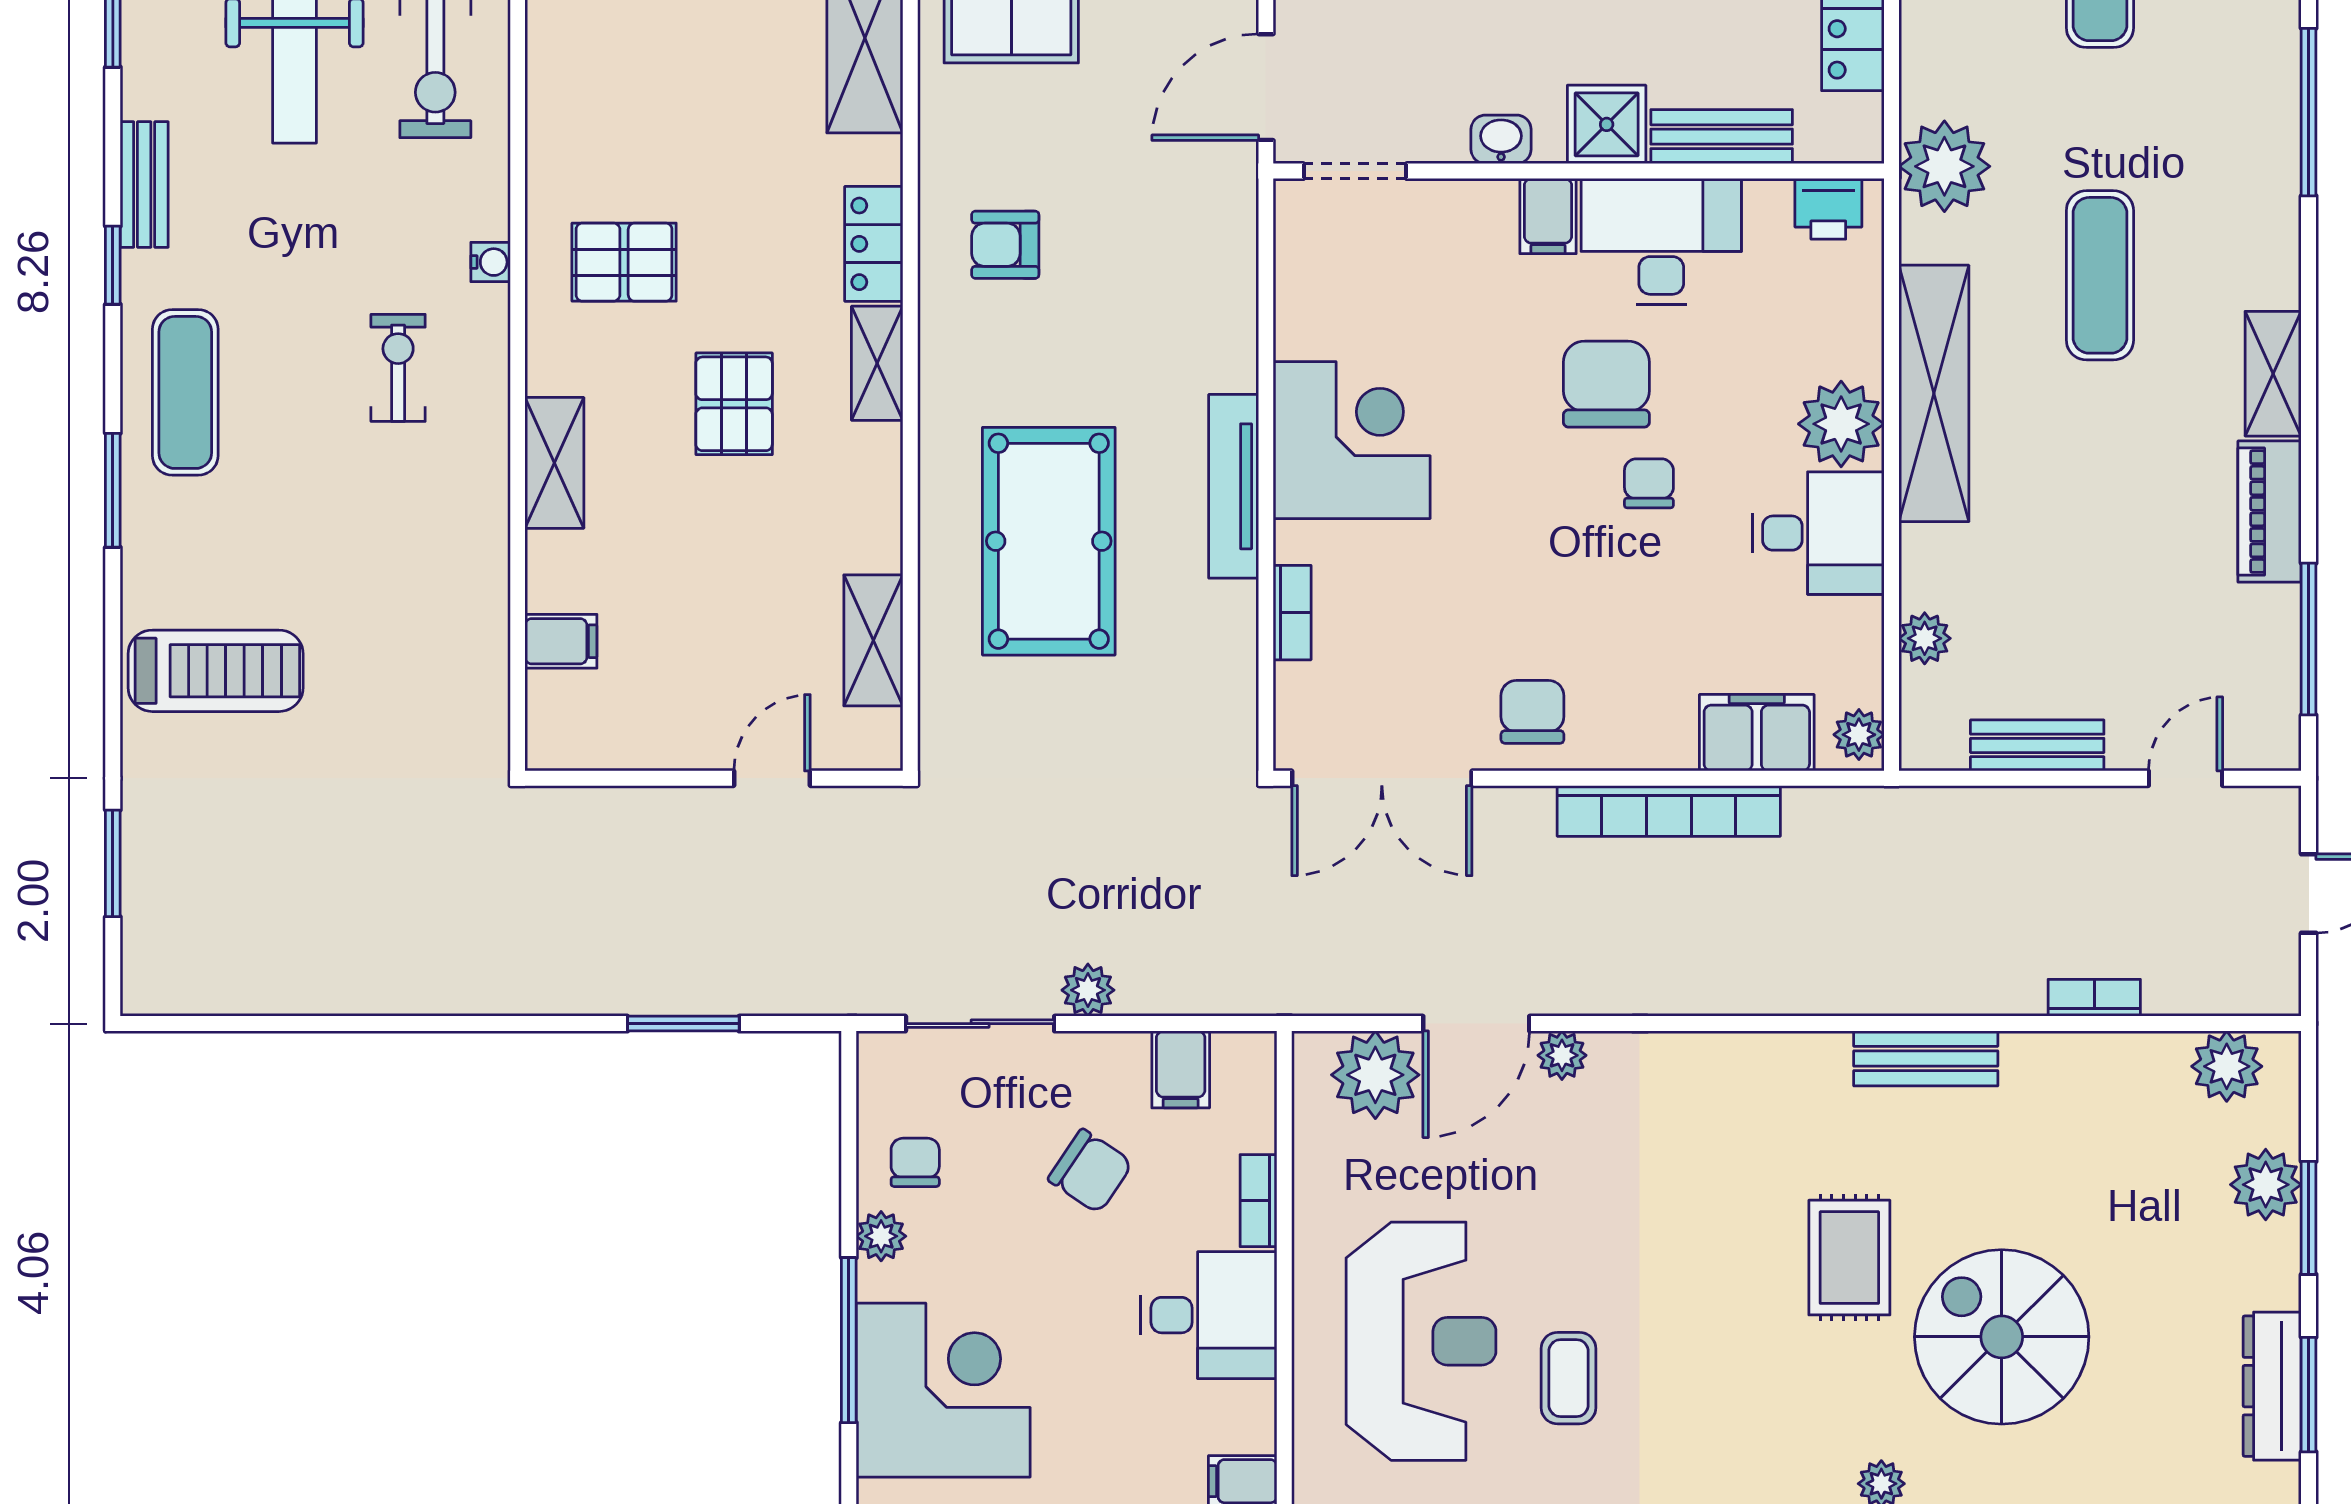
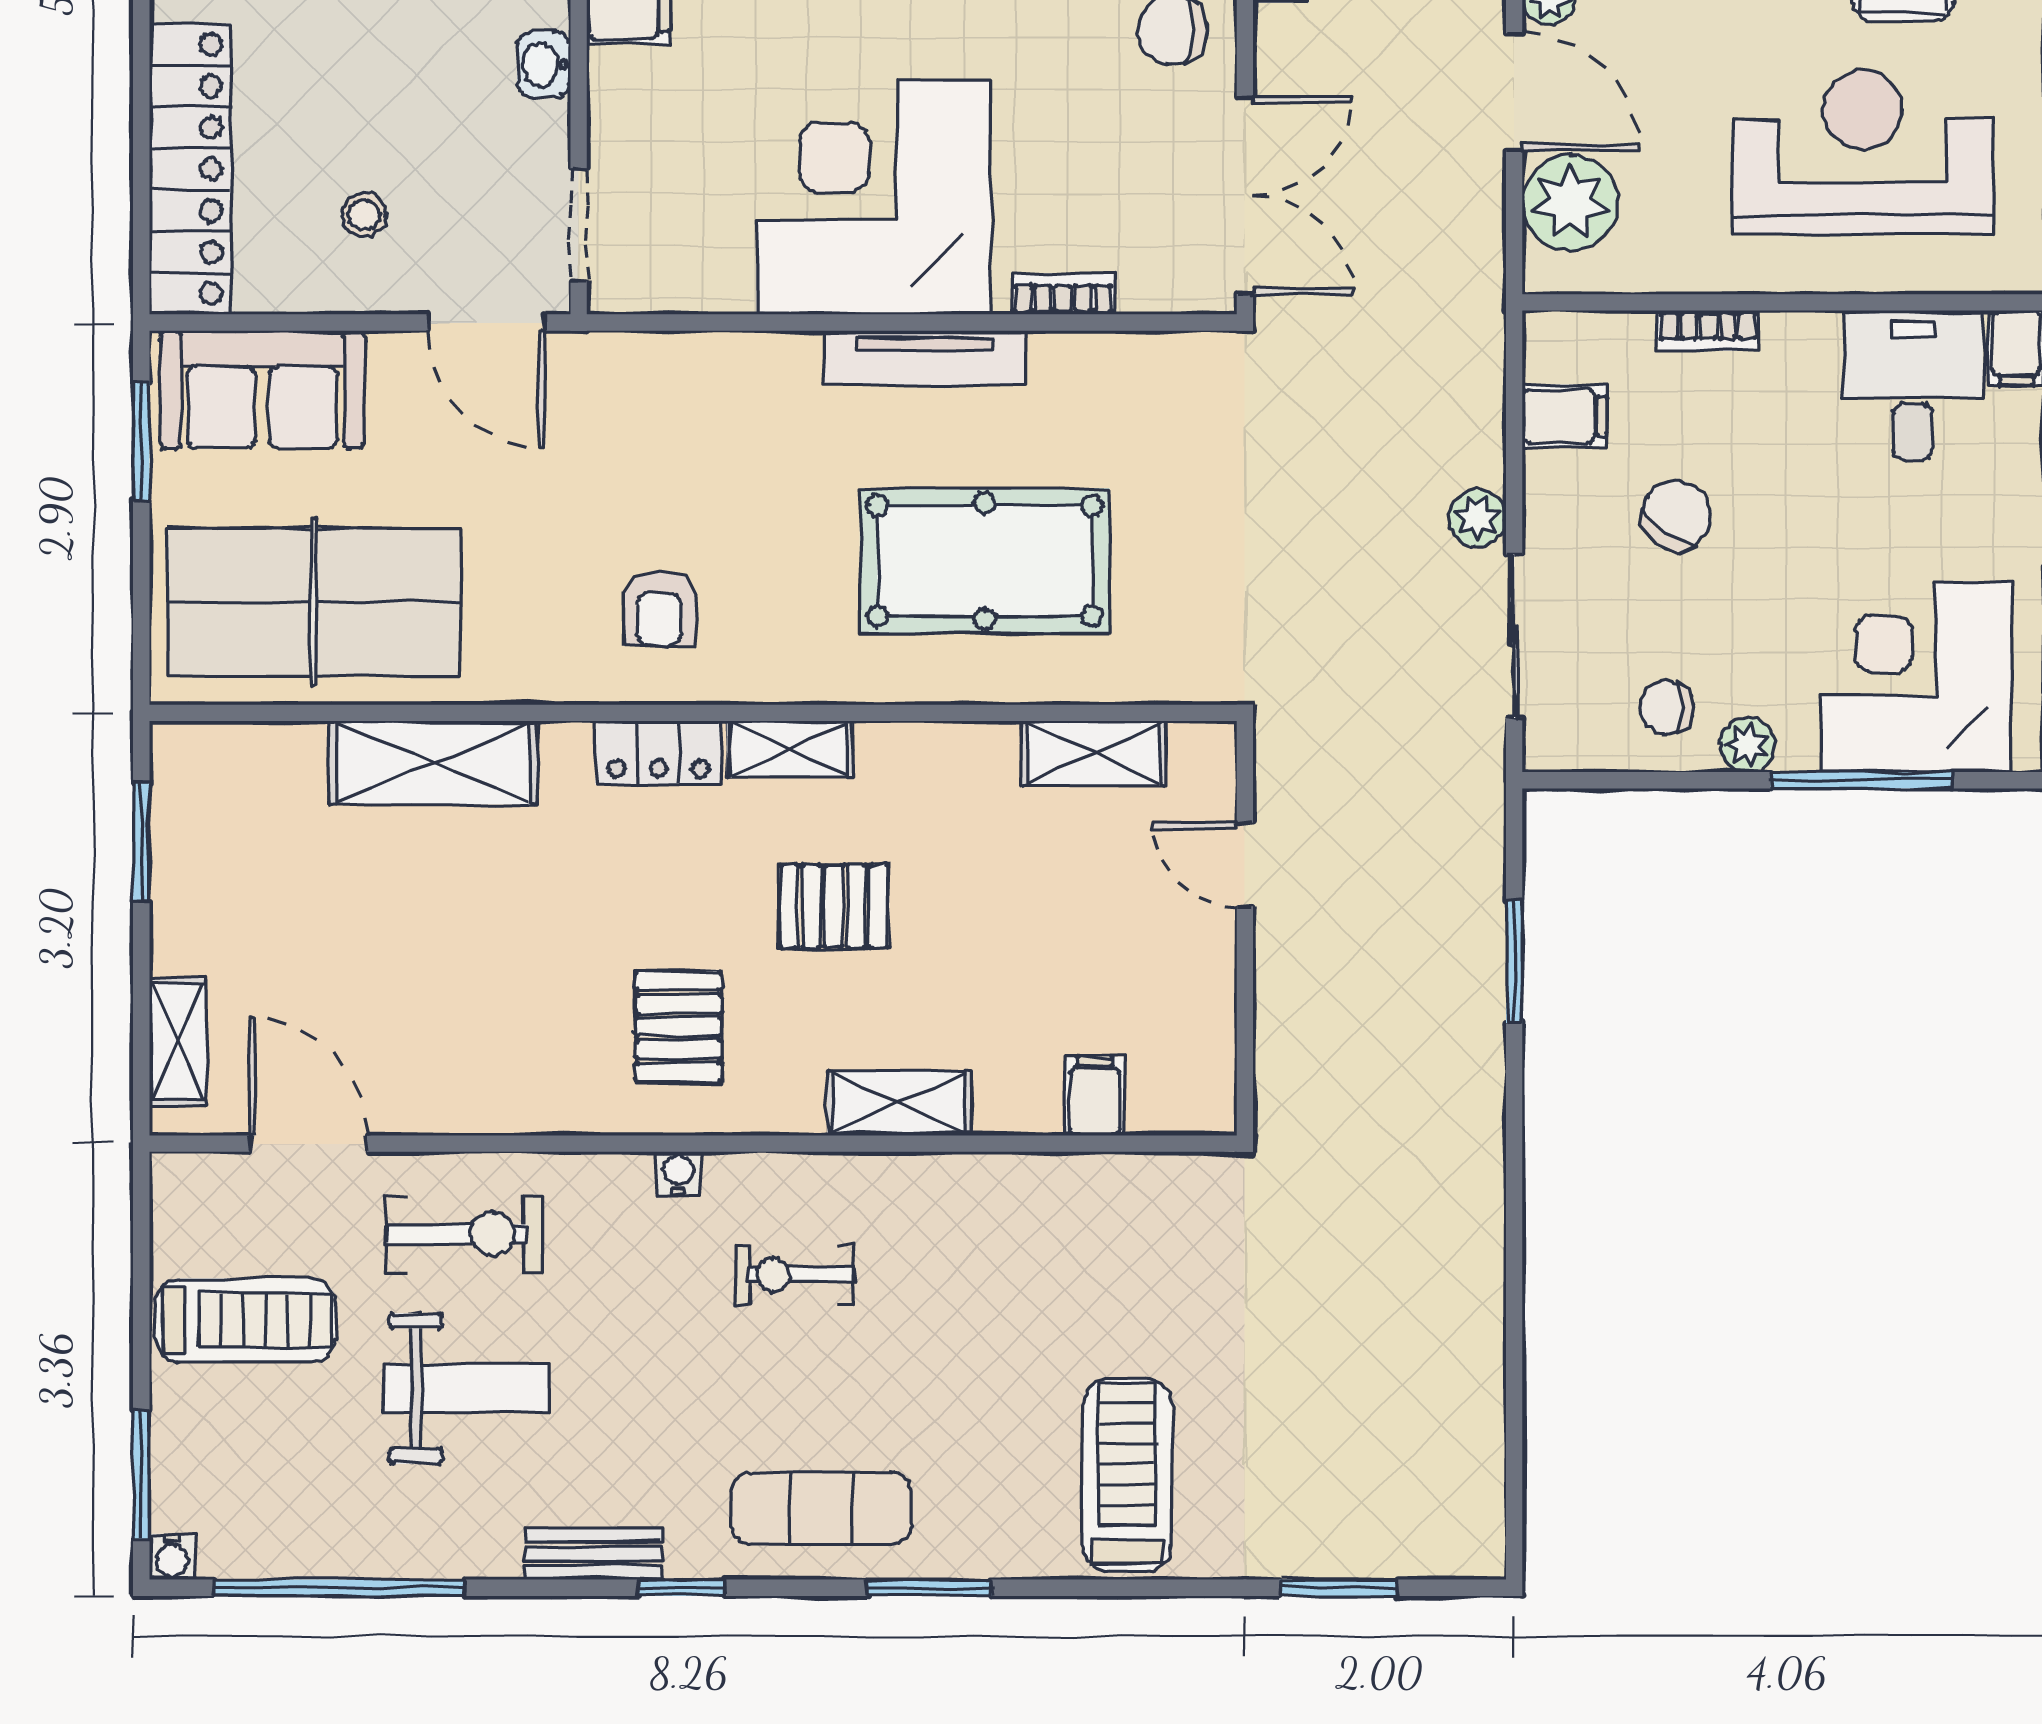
corner desk: (1352, 440) -> (874, 197), width x1.36, depth x1.36
desk: (1208, 1315) -> (1913, 386), moved

